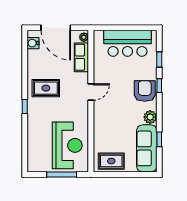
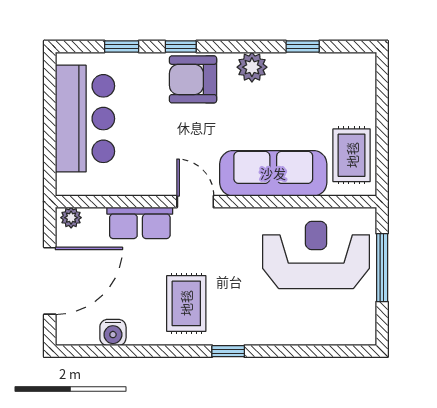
water cooler: (33, 43) -> (113, 333), moved
row of seats: (81, 57) -> (140, 223), moved
sofa: (147, 148) -> (273, 173), moved, turned 180

